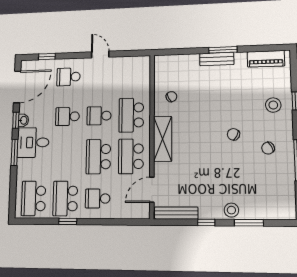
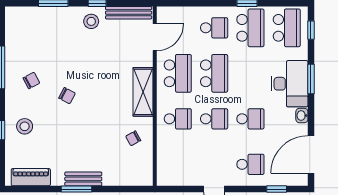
school desk: (131, 115) -> (178, 119), width x0.54
window: (16, 120) -> (311, 30), moved
desk: (33, 142) -> (290, 84), width x1.37
stool: (231, 210) -> (91, 21), moved

